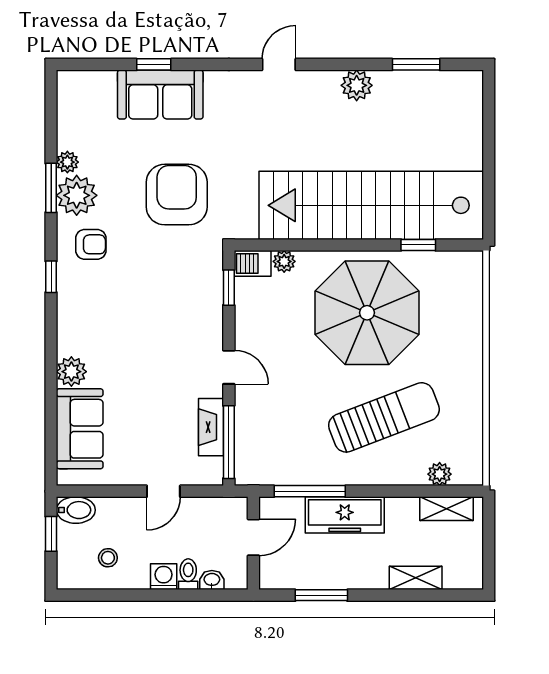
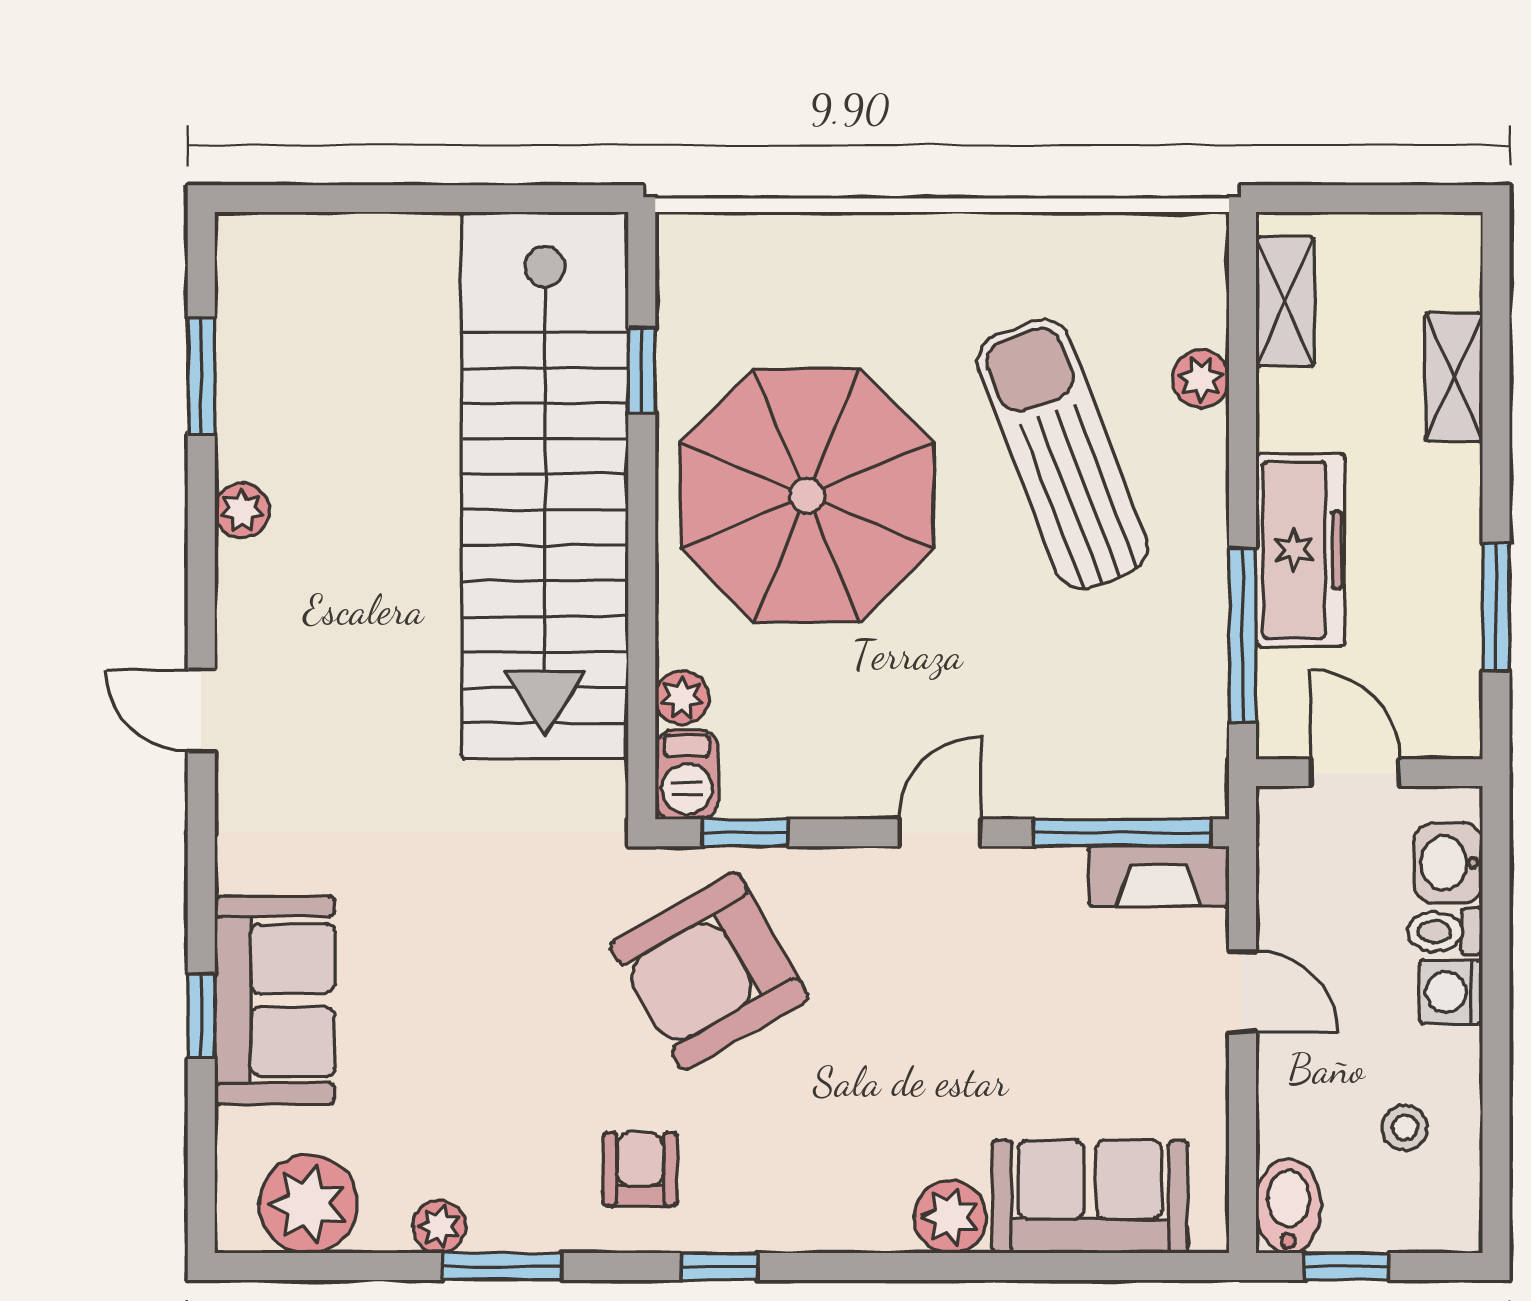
plant: (357, 85) -> (242, 511), width x0.73, depth x0.73
plant: (77, 195) -> (308, 1204), moved
armchair: (177, 195) -> (709, 971), moved, turned -30
fireplace: (211, 427) -> (1159, 876), moved
plant: (440, 474) -> (1201, 379), moved
washbasin: (212, 580) -> (1449, 863), width x1.38, depth x1.45

